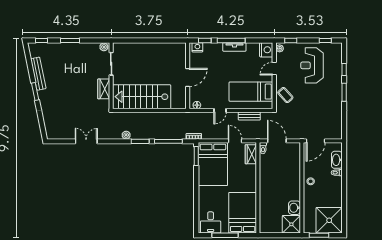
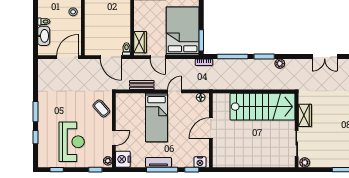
bed: (251, 92) -> (157, 117), moved, turned 90

